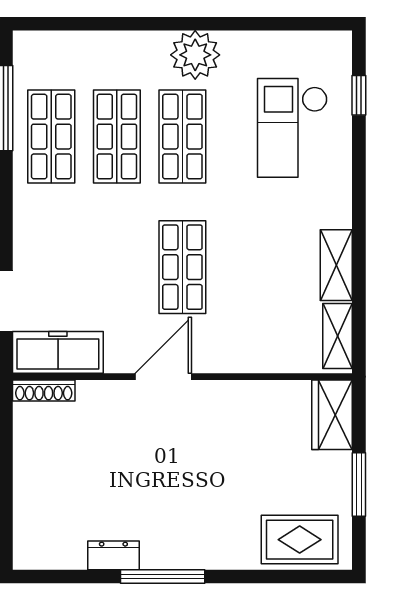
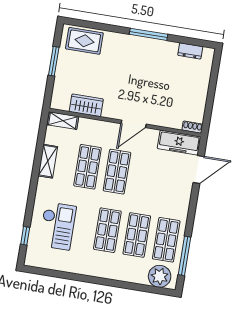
plant: (195, 55) -> (160, 276), moved
shop shelf: (248, 267) -> (88, 167), added
shelving: (338, 336) -> (63, 121), moved, turned 90
shoe rack: (44, 391) -> (192, 127), width x0.70
wardrobe: (332, 415) -> (86, 105), moved, turned -90
dresser: (113, 555) -> (190, 51), moved

